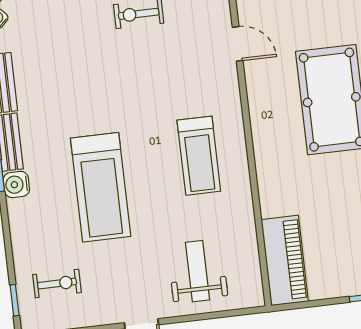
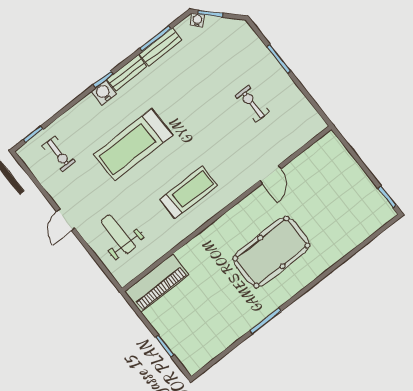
treadmill: (199, 156) -> (188, 192), turned 180
weight bench: (197, 271) -> (118, 234), turned -90

